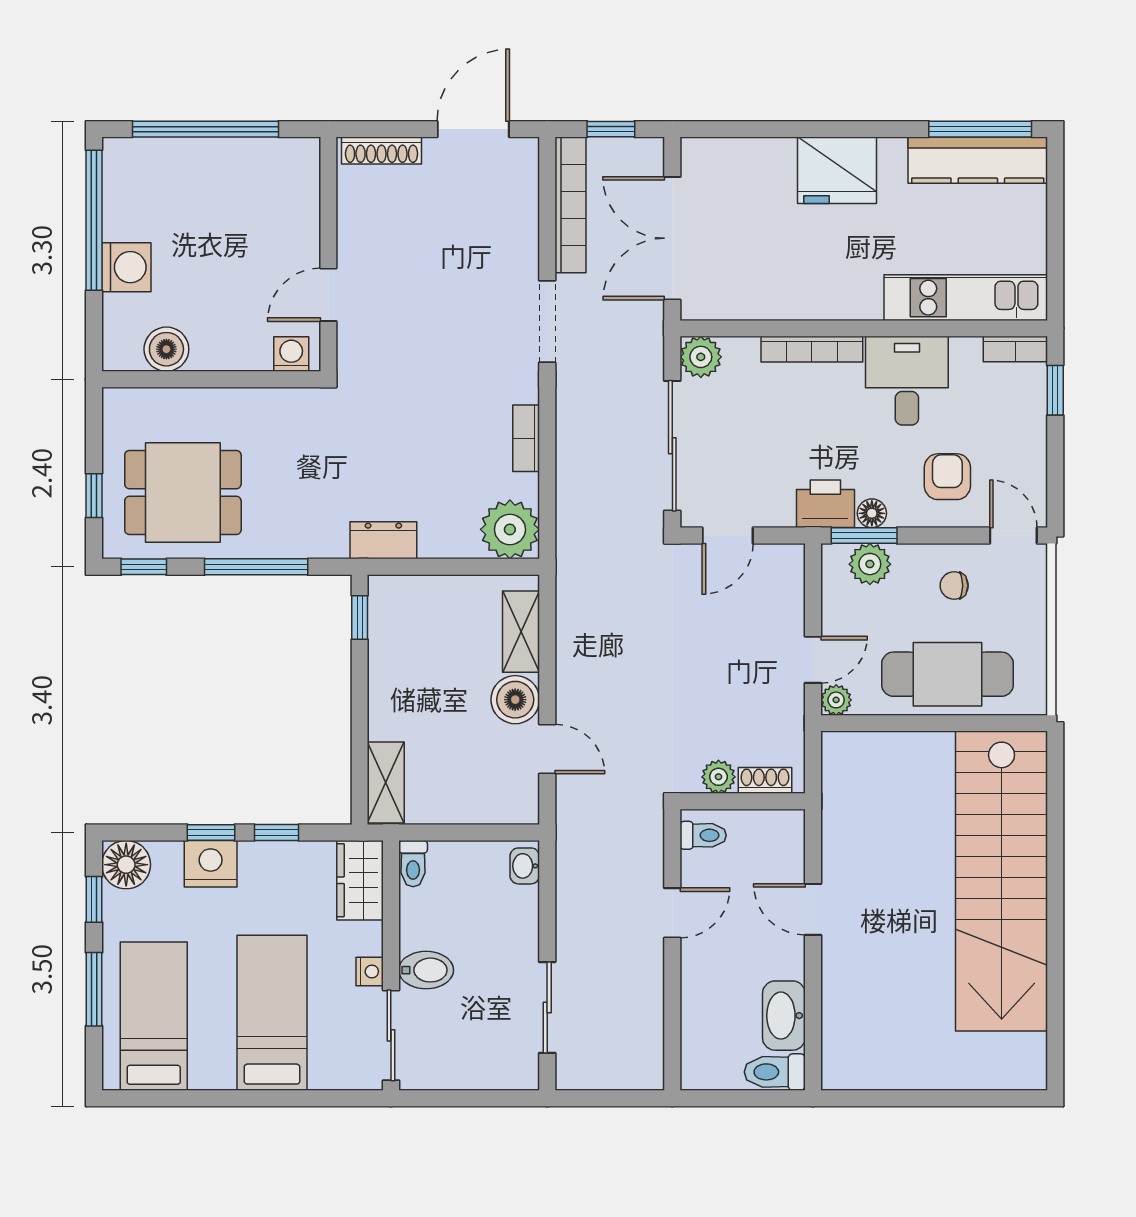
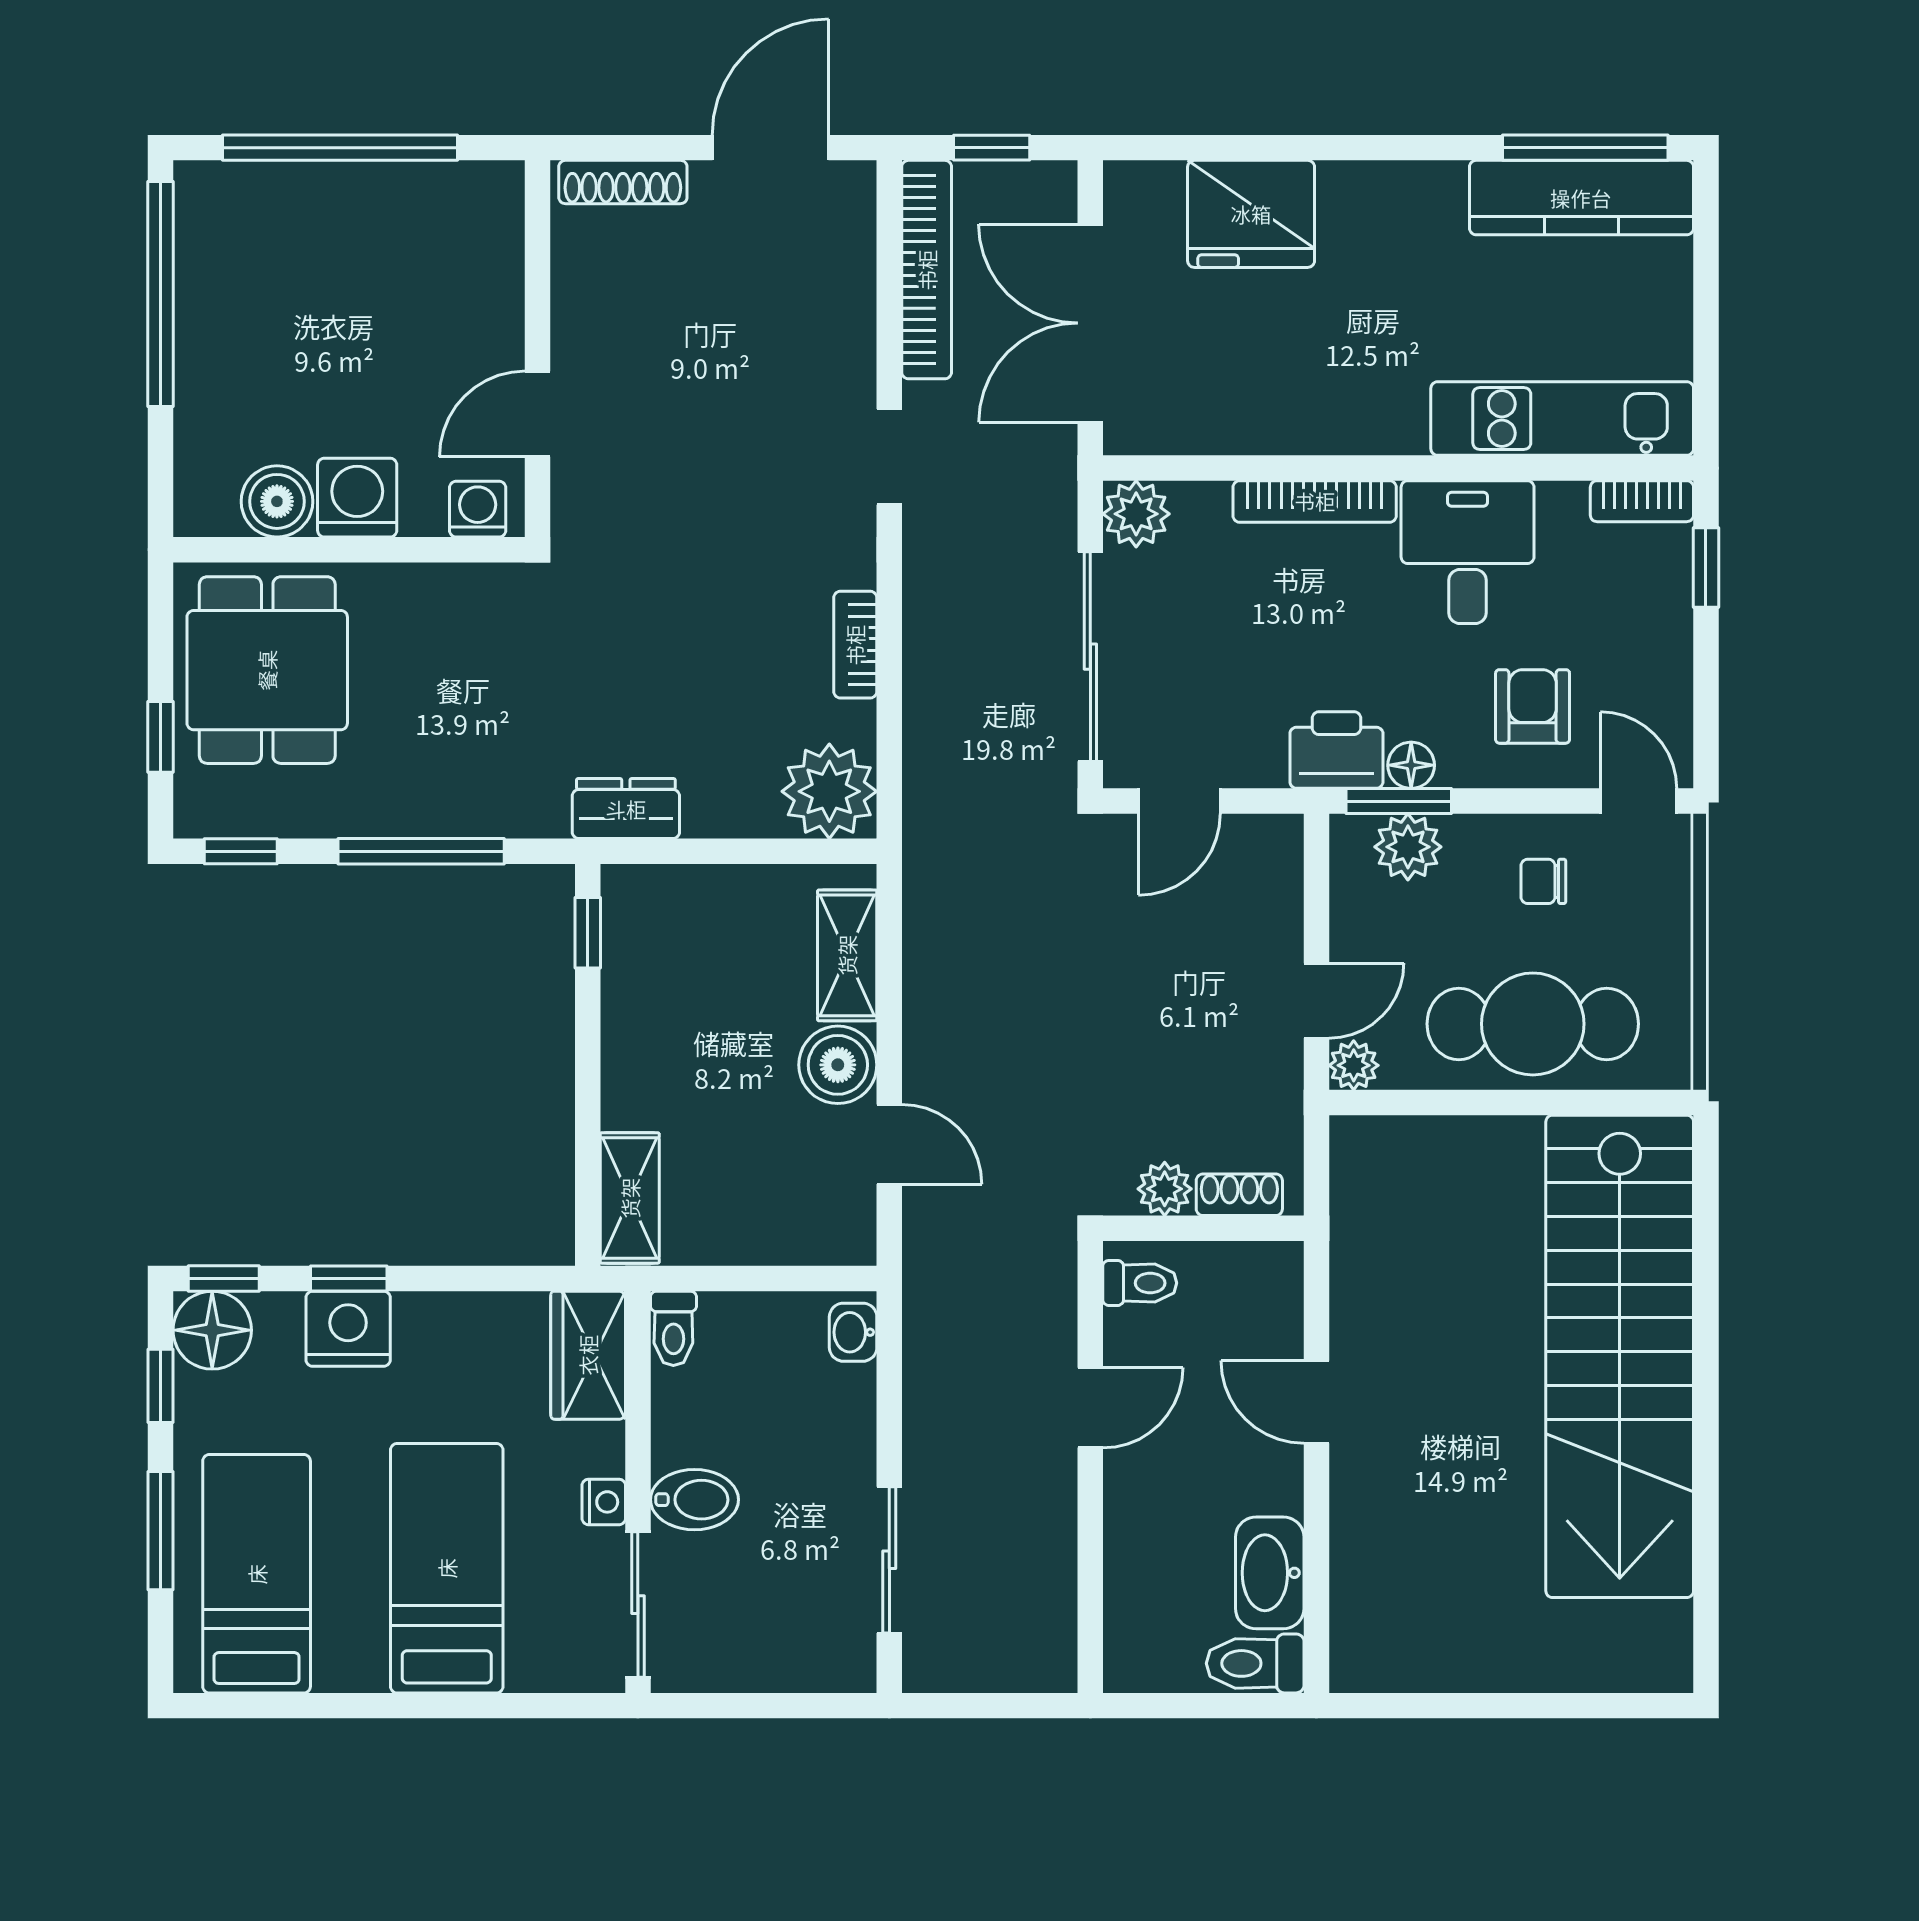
fridge: (837, 170) -> (1251, 214), moved
washing machine: (126, 267) -> (357, 498), moved, turned -90
doorway: (547, 321) -> (889, 457), width x0.73
dining table: (183, 492) -> (267, 670), moved, turned 90
window: (277, 832) -> (224, 1278), moved

